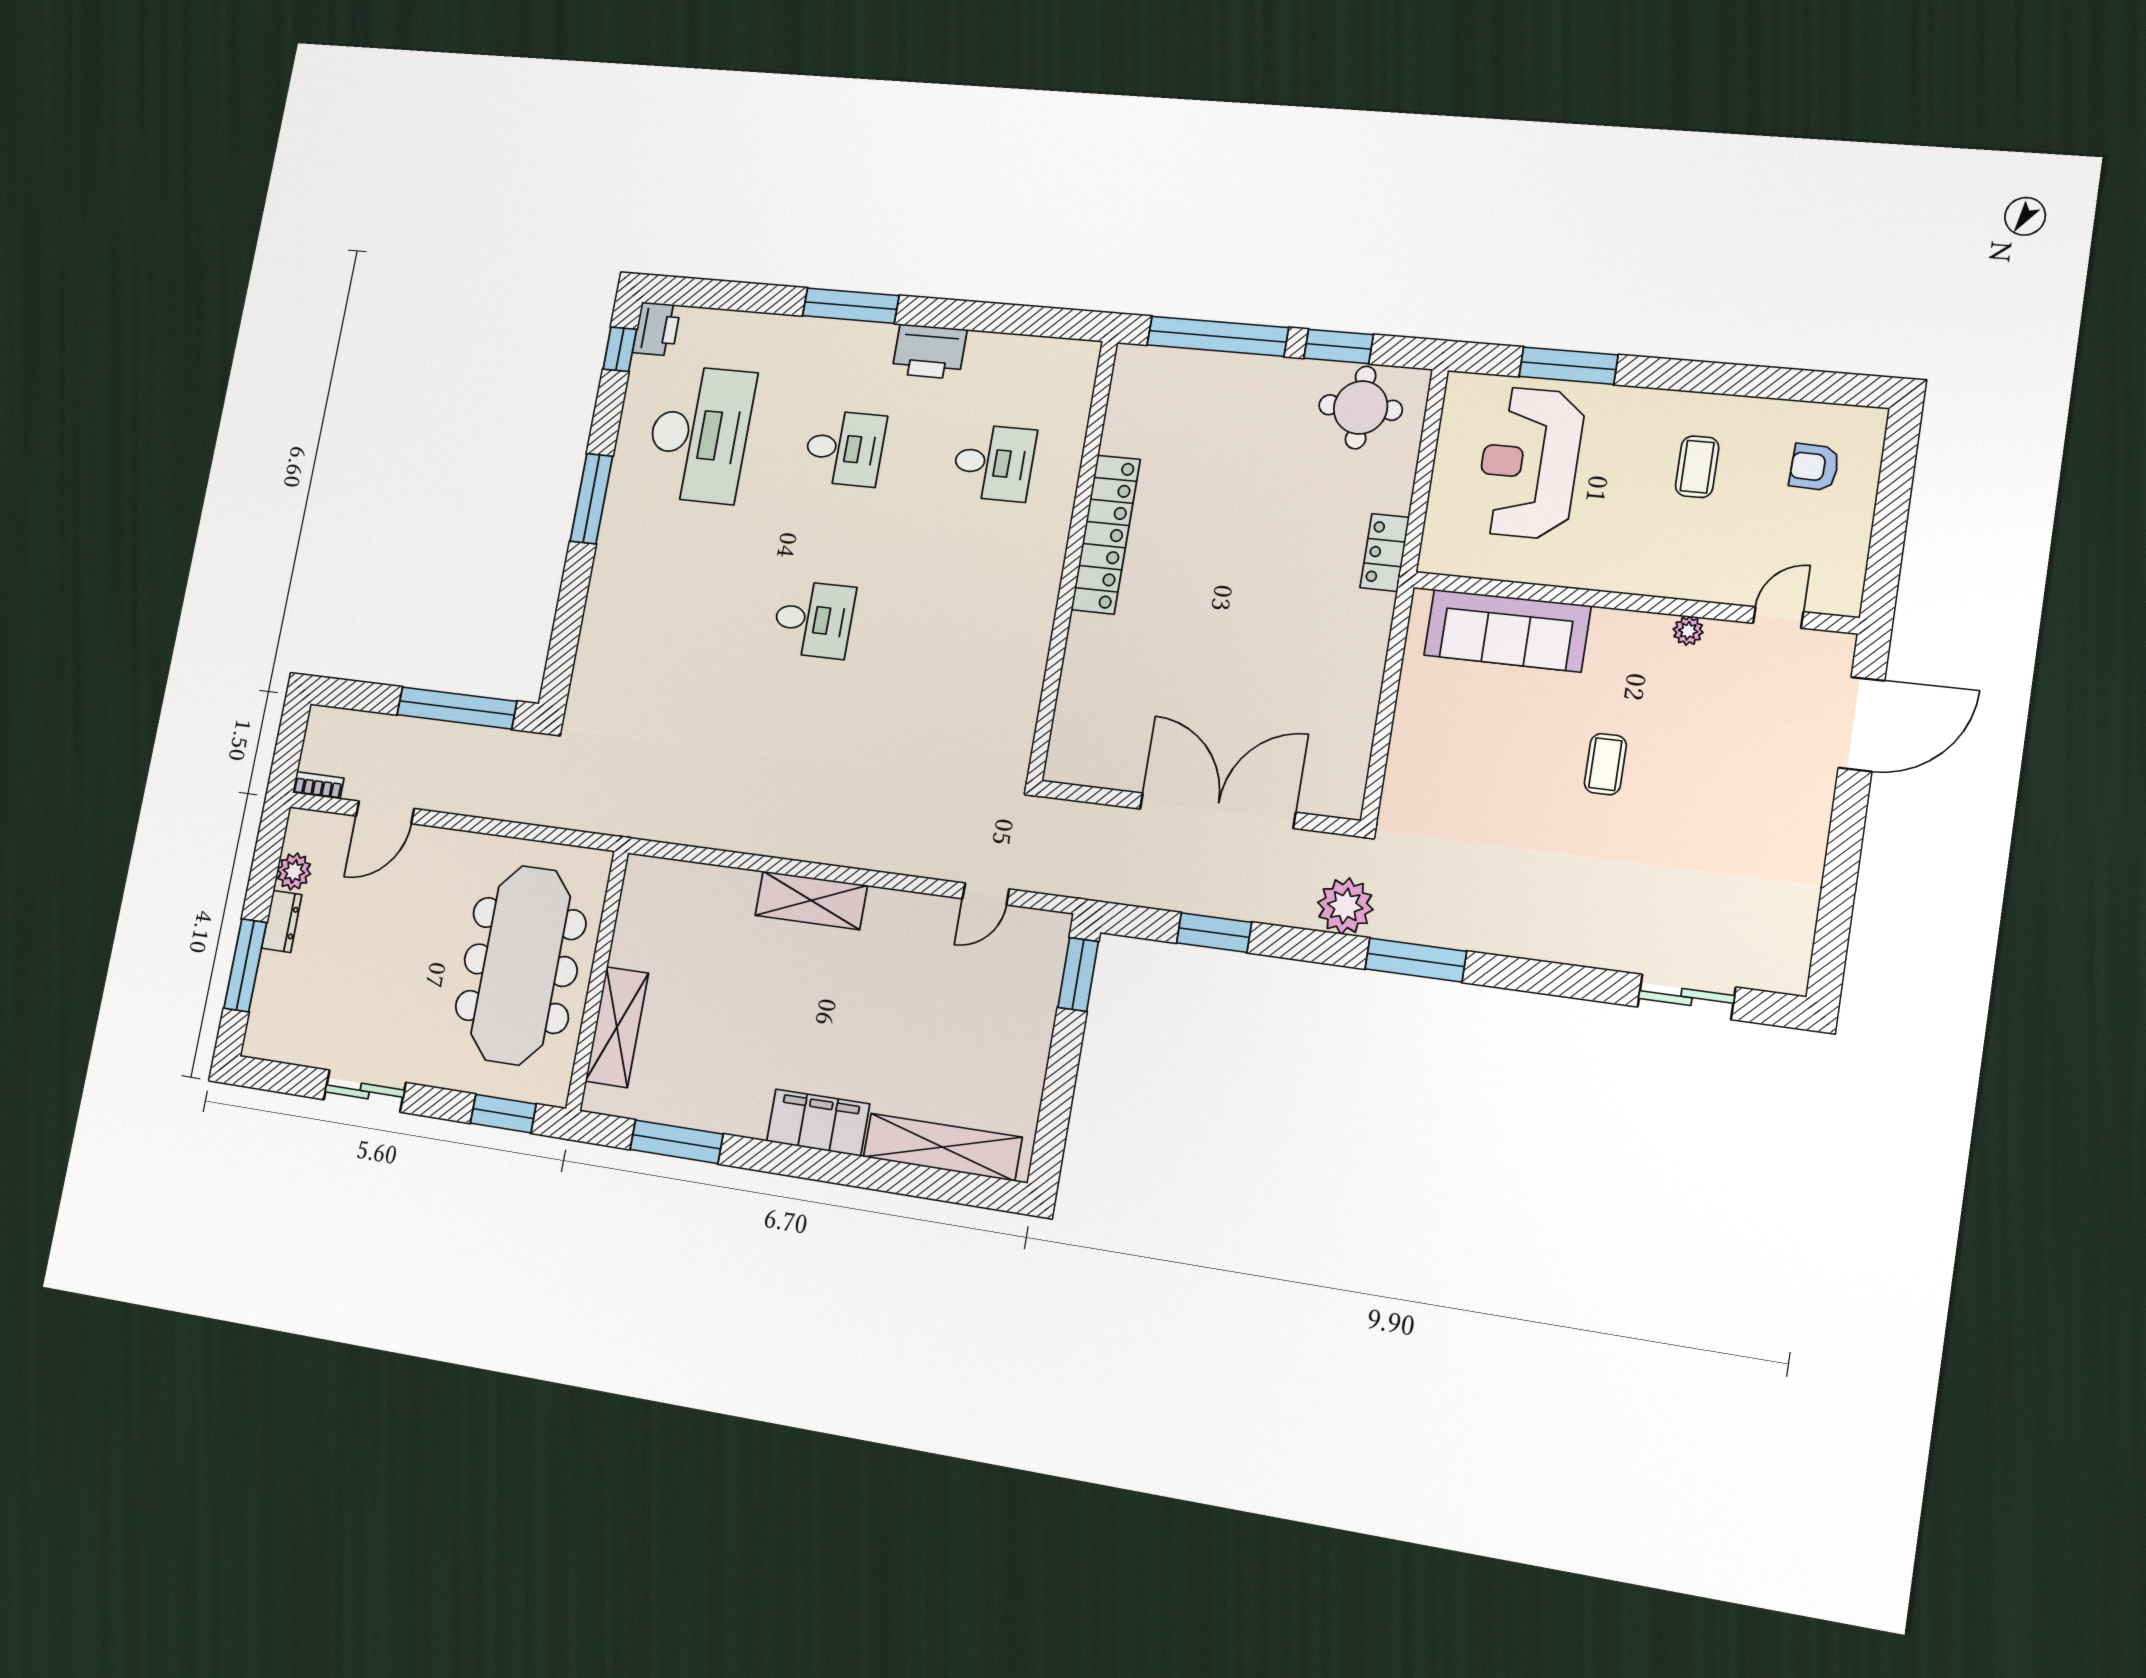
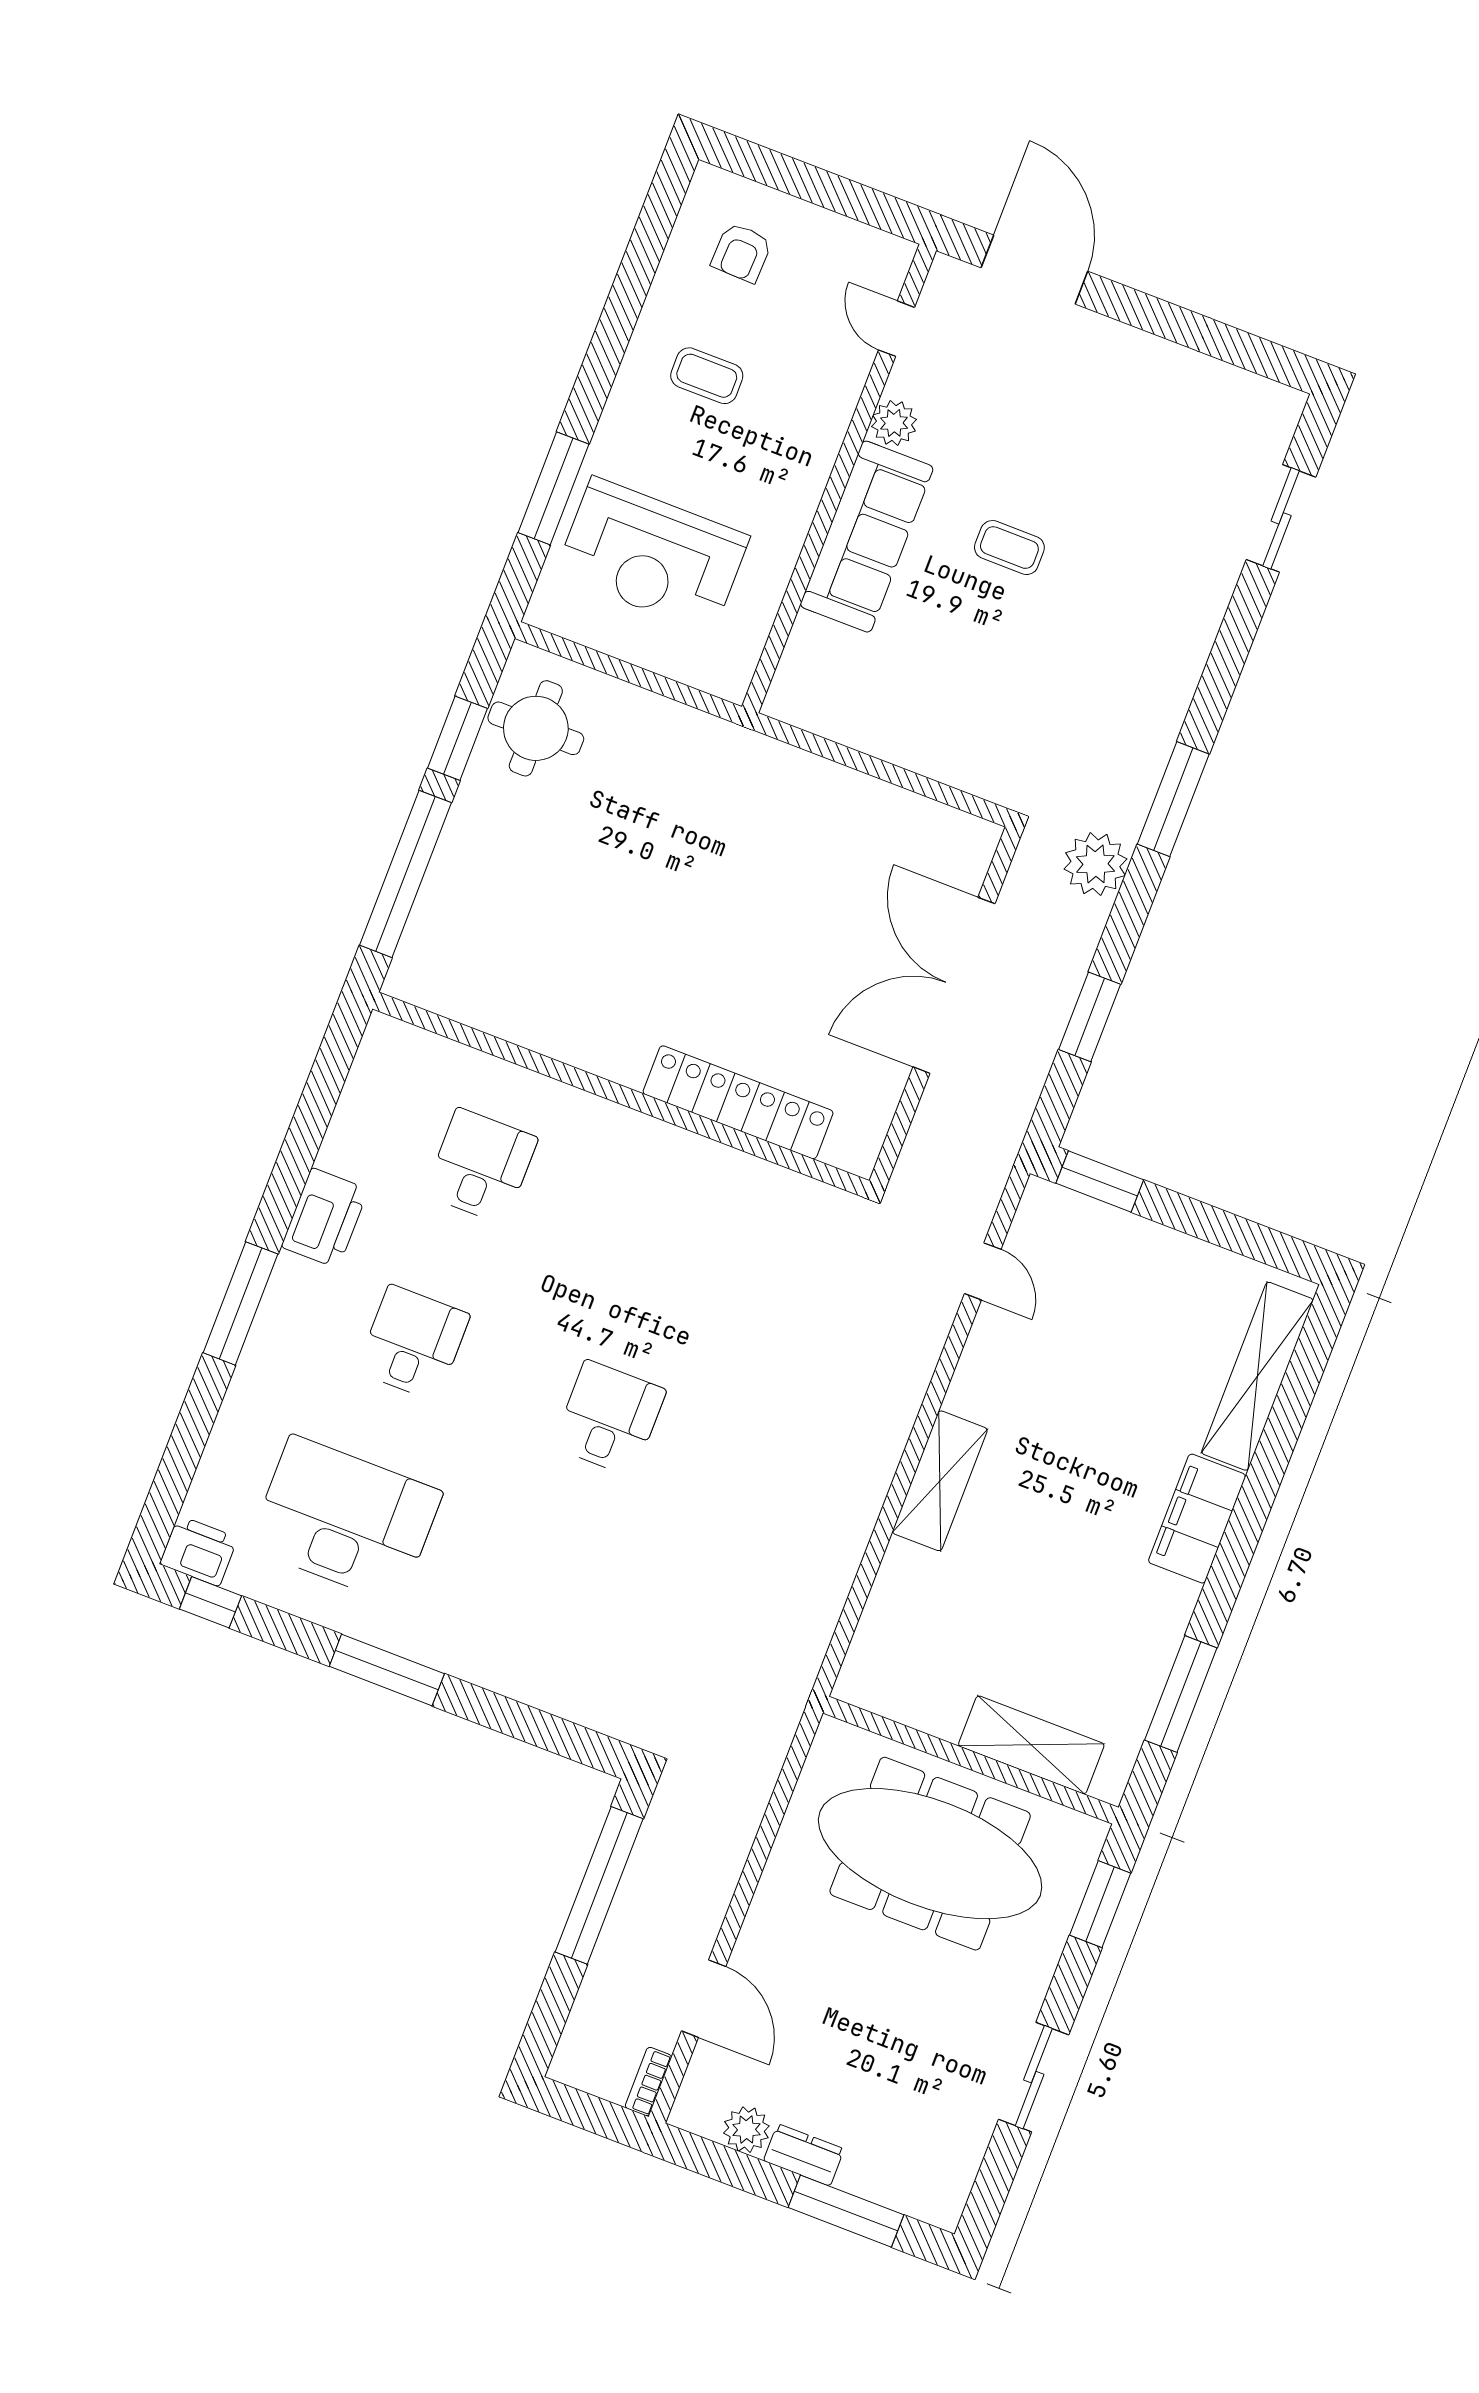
locker: (1106, 534) -> (738, 1102), moved
locker: (1385, 552) -> (710, 737), removed
sofa: (1507, 631) -> (867, 537), moved
plant: (1688, 631) -> (894, 423), width x1.38, depth x1.38

